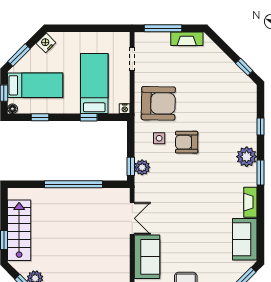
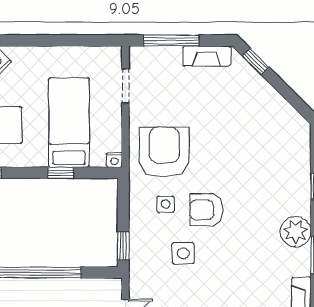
window: (244, 67) -> (256, 61), moved
armchair: (158, 103) -> (164, 152), turned -91
plant: (142, 167) -> (140, 247), removed
side table: (171, 171) -> (183, 253), added

